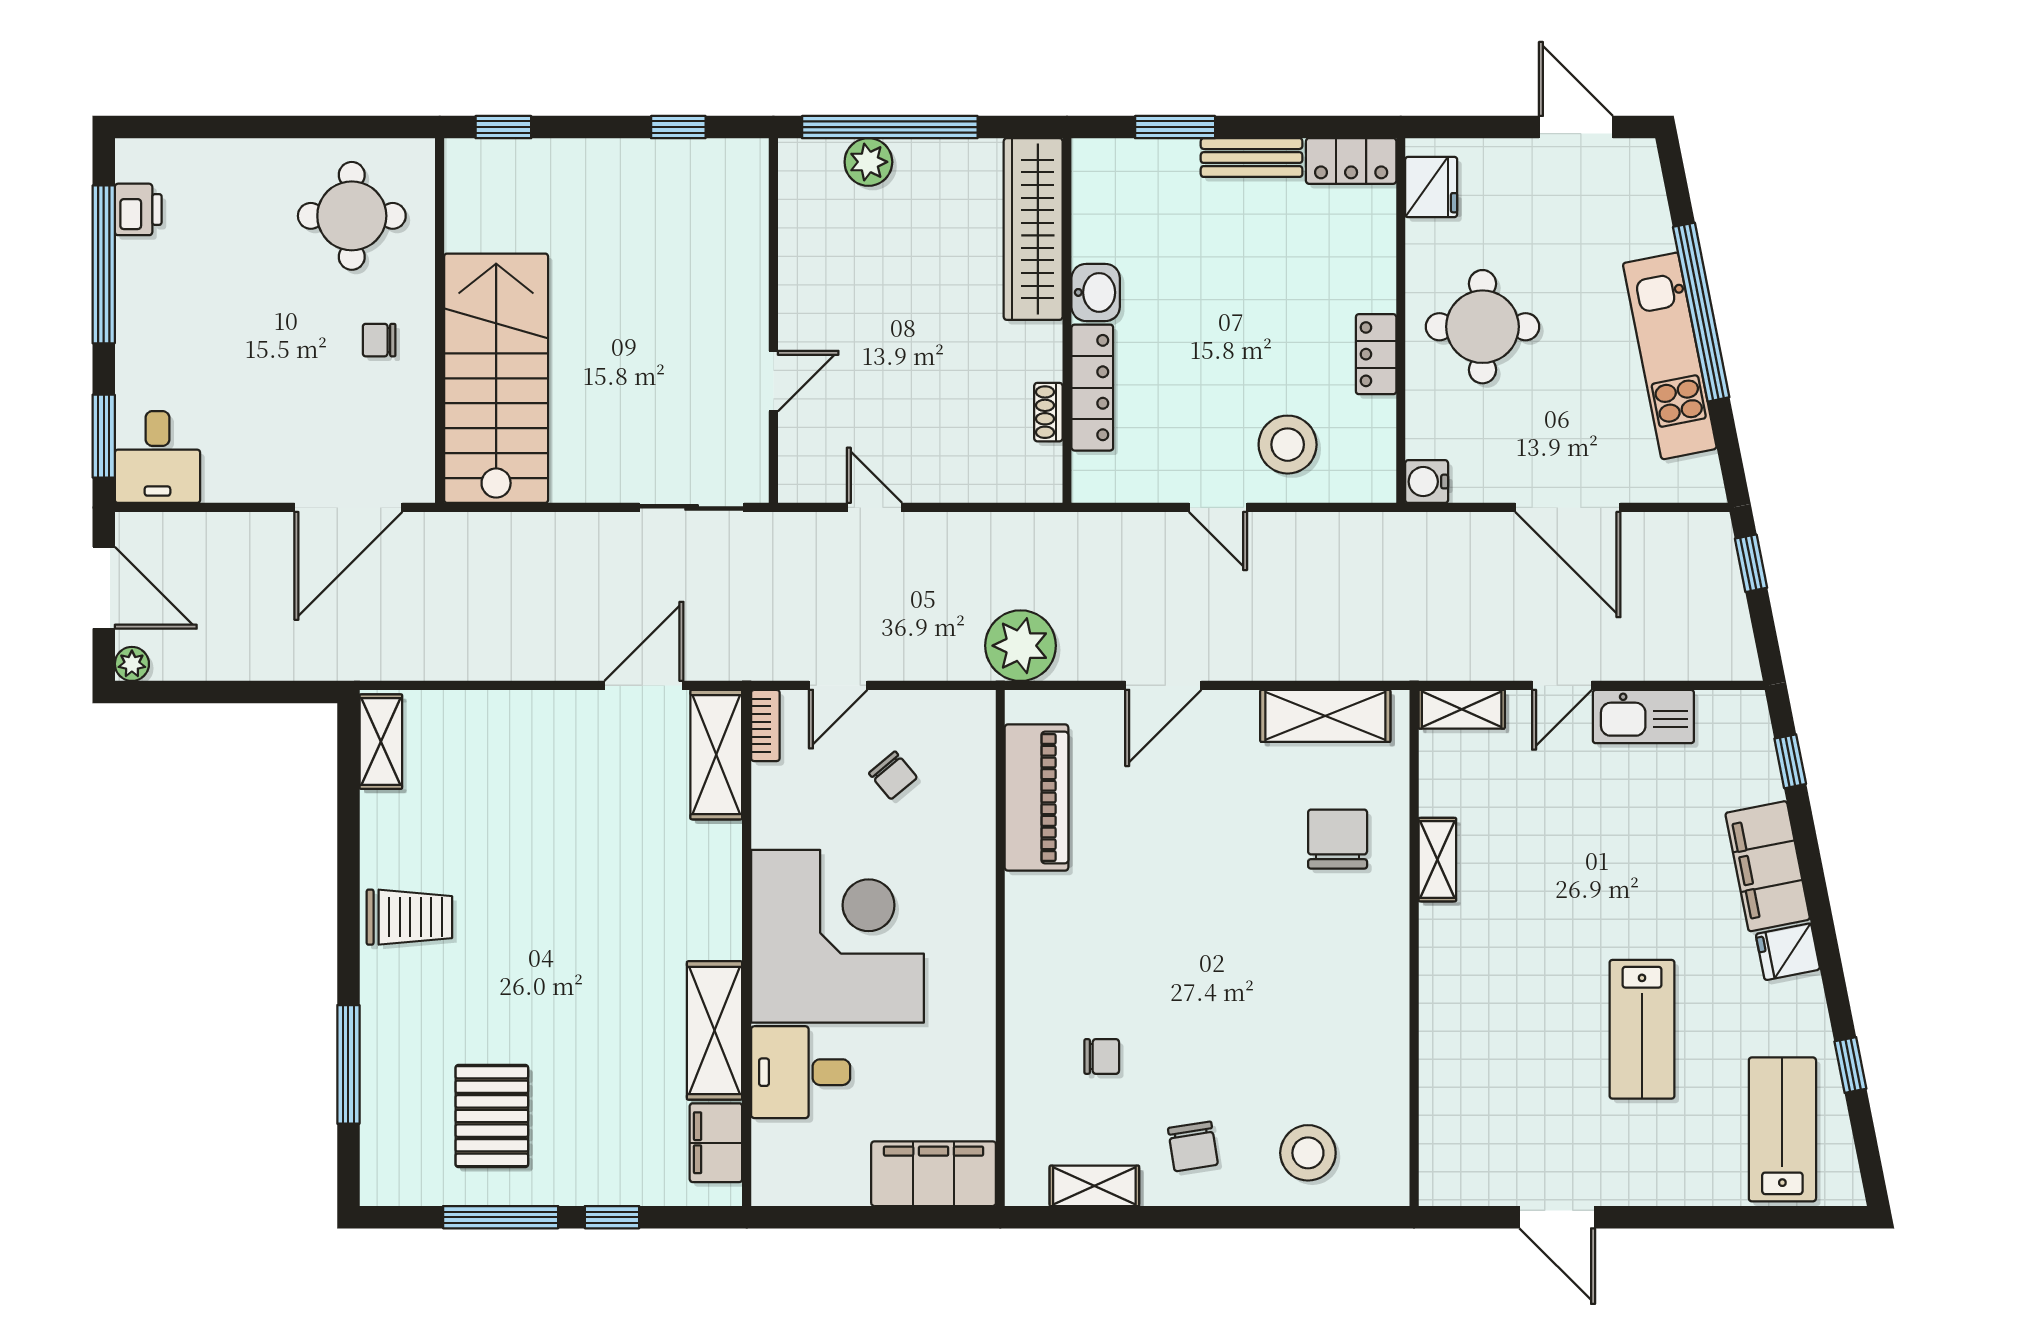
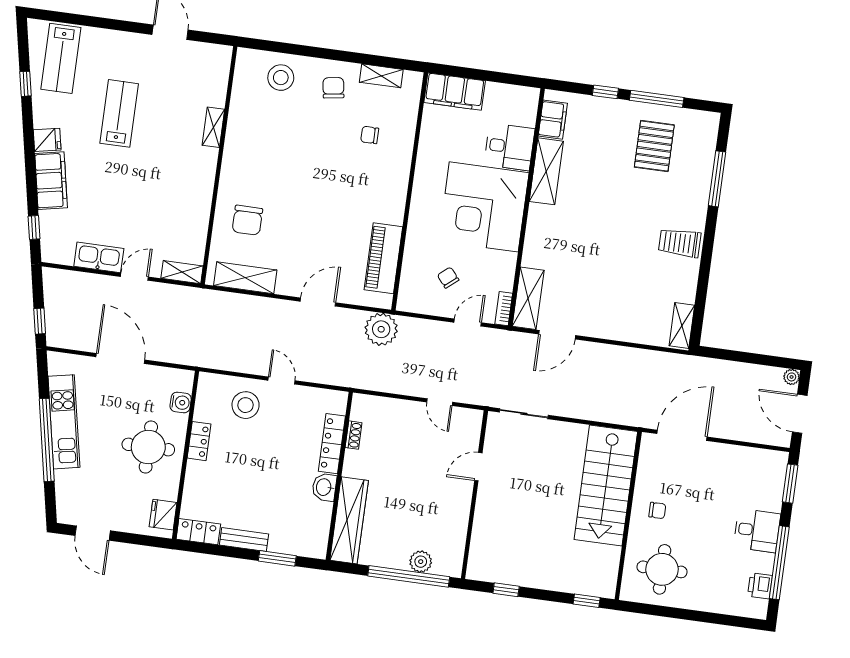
desk: (157, 457) -> (757, 531), moved, turned 90
water cooler: (1427, 482) -> (181, 402), moved
shelving: (1437, 860) -> (213, 127), moved

